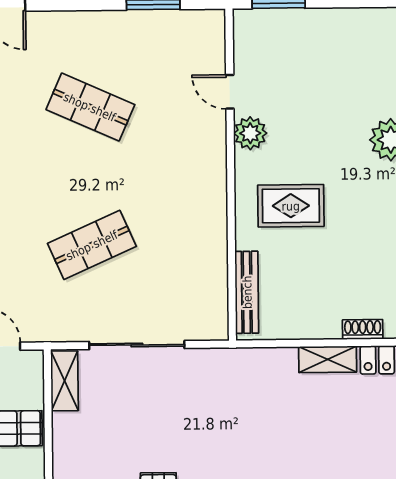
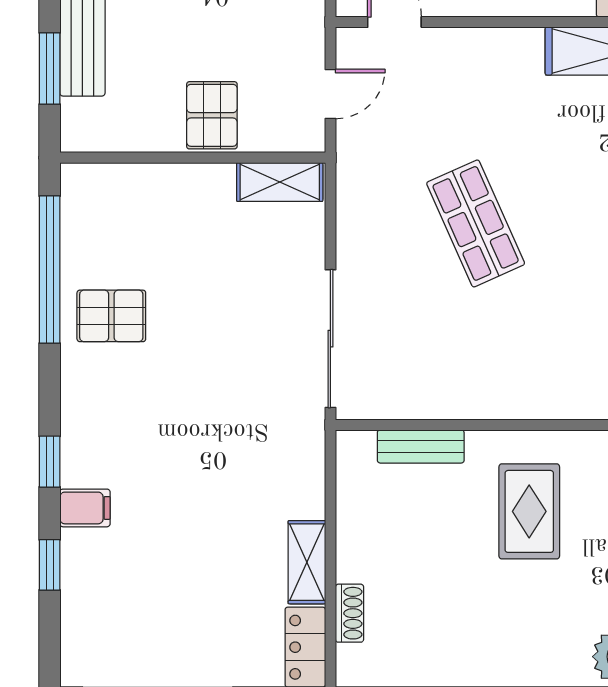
bench: (247, 292) -> (421, 446), width x0.73
sliding door: (137, 345) -> (330, 339), moved

